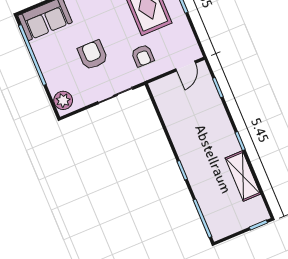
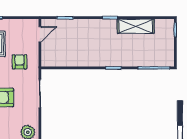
armchair: (143, 56) -> (20, 62), turned -90
door: (186, 66) -> (40, 34), hinge flipped

